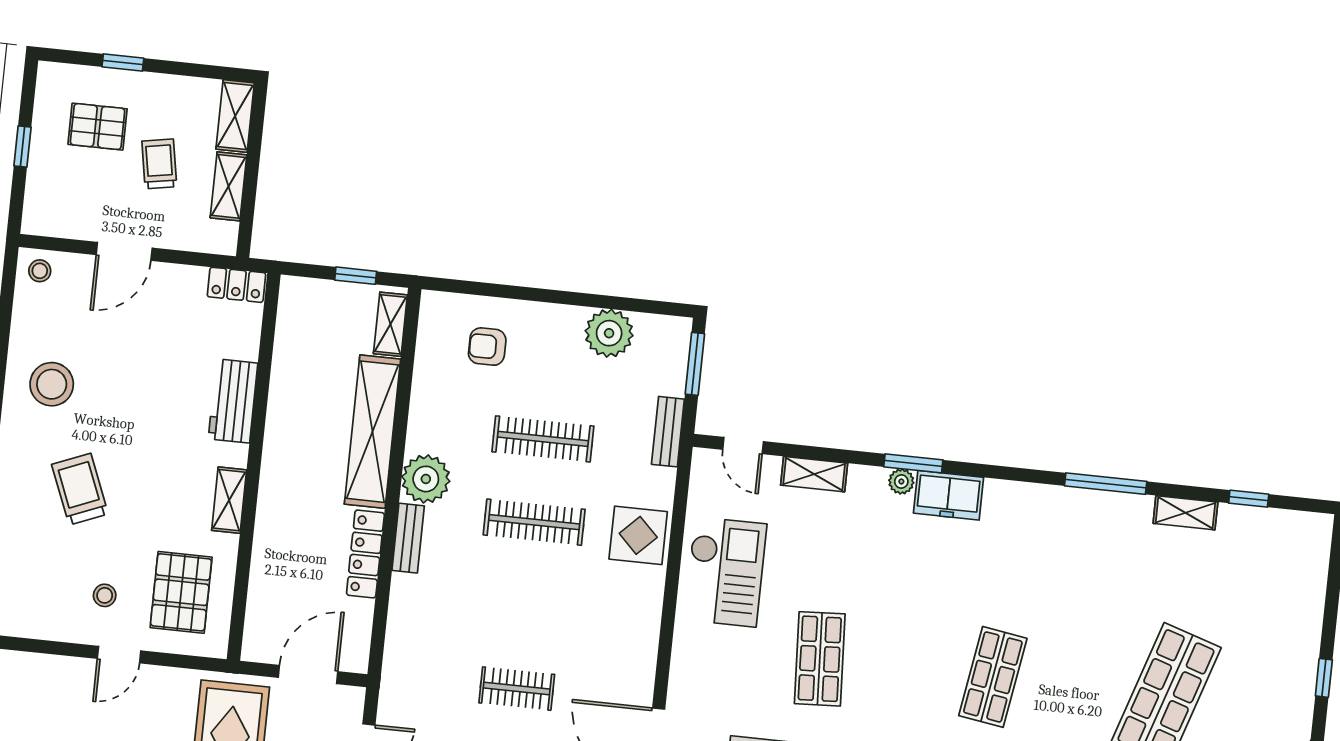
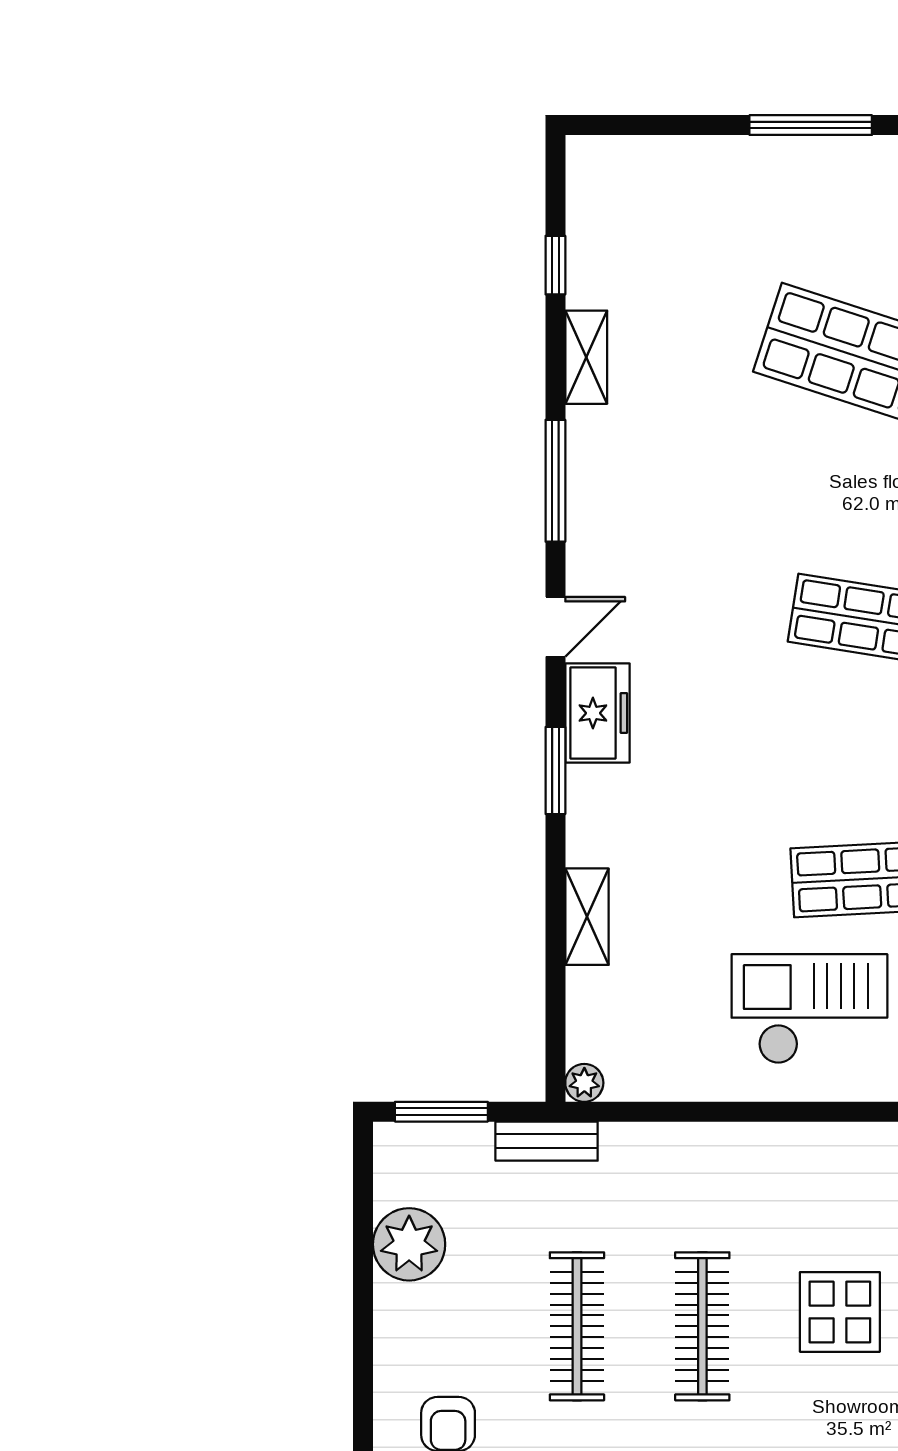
door: (743, 445) -> (555, 627), moved
plant: (901, 481) -> (584, 1083), moved
display table: (638, 535) -> (840, 1312), moved
checkout: (725, 572) -> (809, 1009), moved
window: (1324, 678) -> (811, 125), width x2.17

